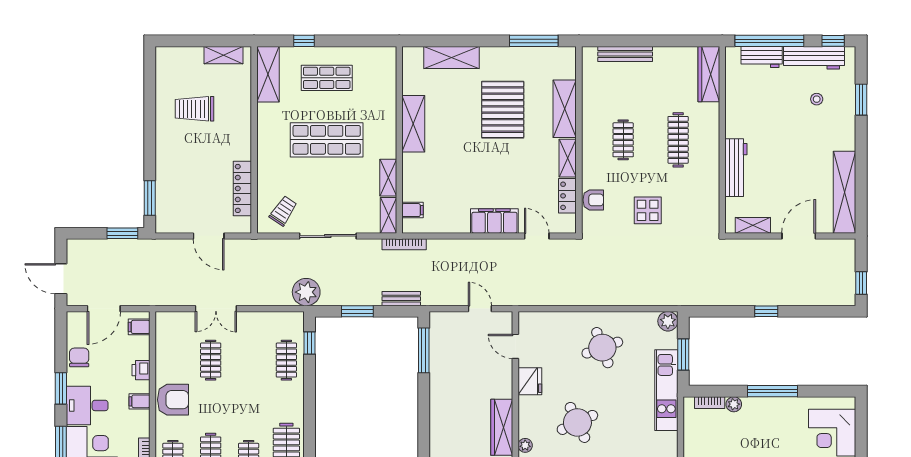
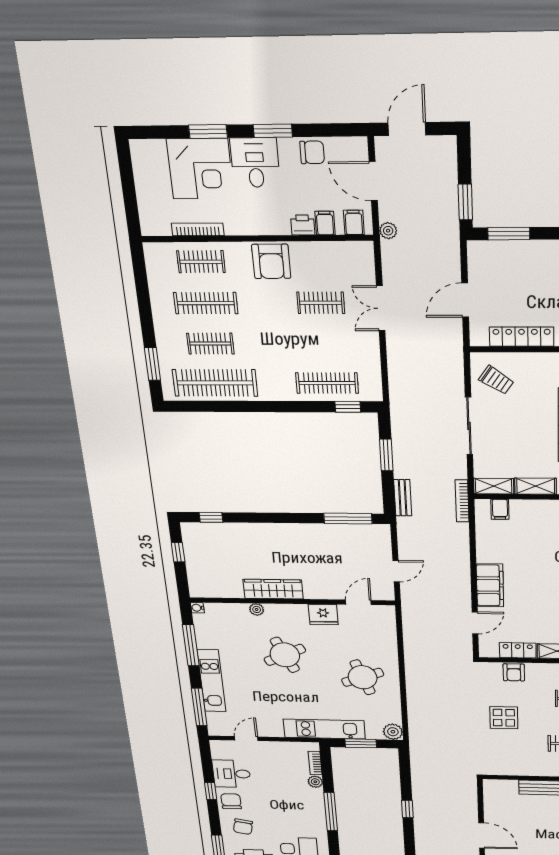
shelving: (753, 225) -> (491, 801), removed
plant: (306, 292) -> (388, 231), moved, width x0.53, depth x0.53
clothes rail: (286, 360) -> (327, 383), width x1.36
filing cabinet: (139, 401) -> (325, 223), moved

